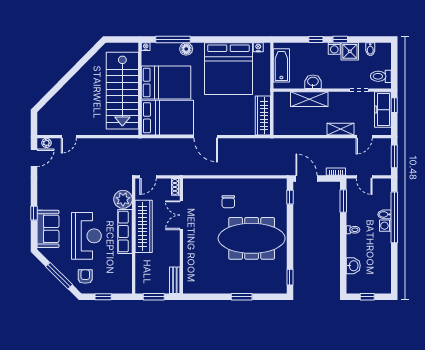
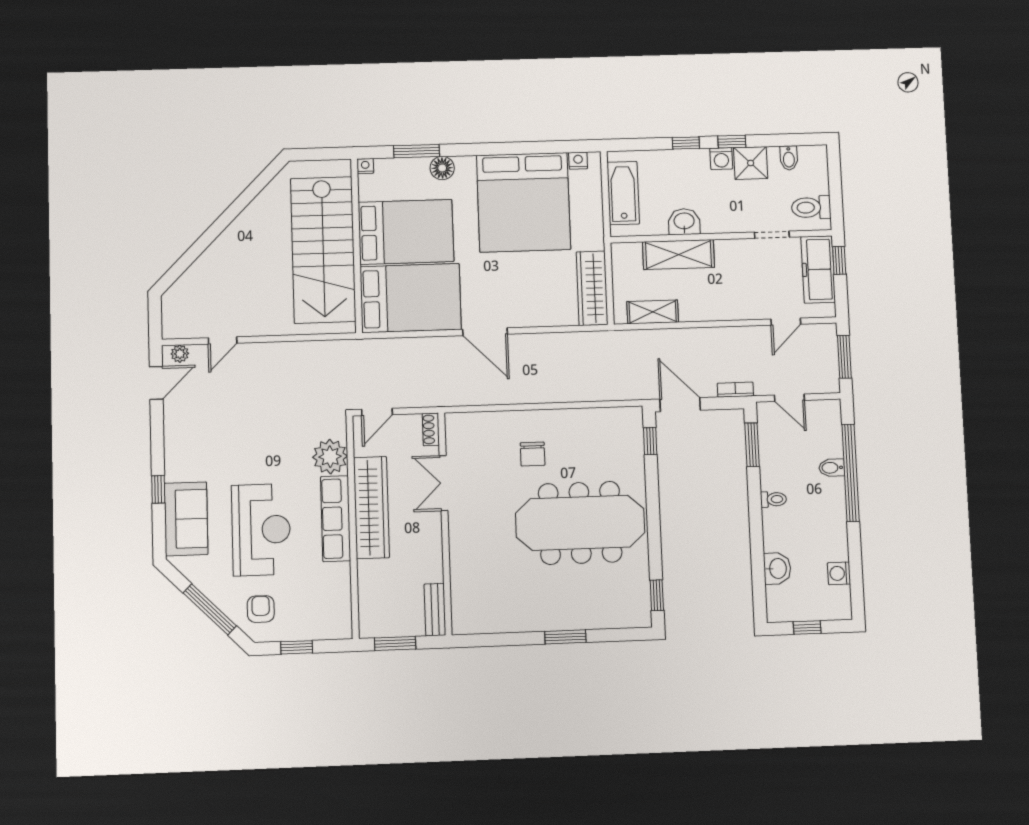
window: (173, 40) -> (417, 151), width x0.69
shelving: (341, 129) -> (653, 312), moved
washing machine: (385, 226) -> (839, 573), moved

